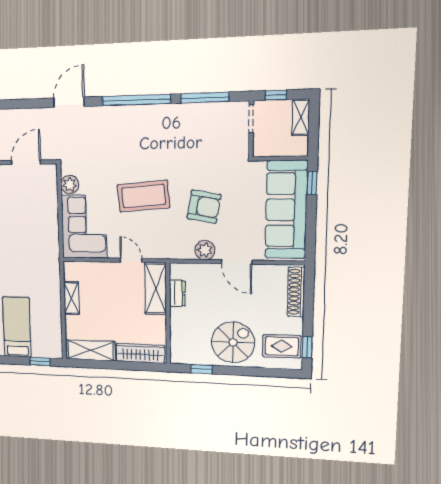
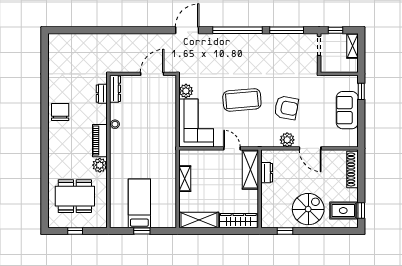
sofa: (286, 210) -> (347, 110), width x0.54, depth x0.79
window: (40, 361) -> (142, 231), moved

